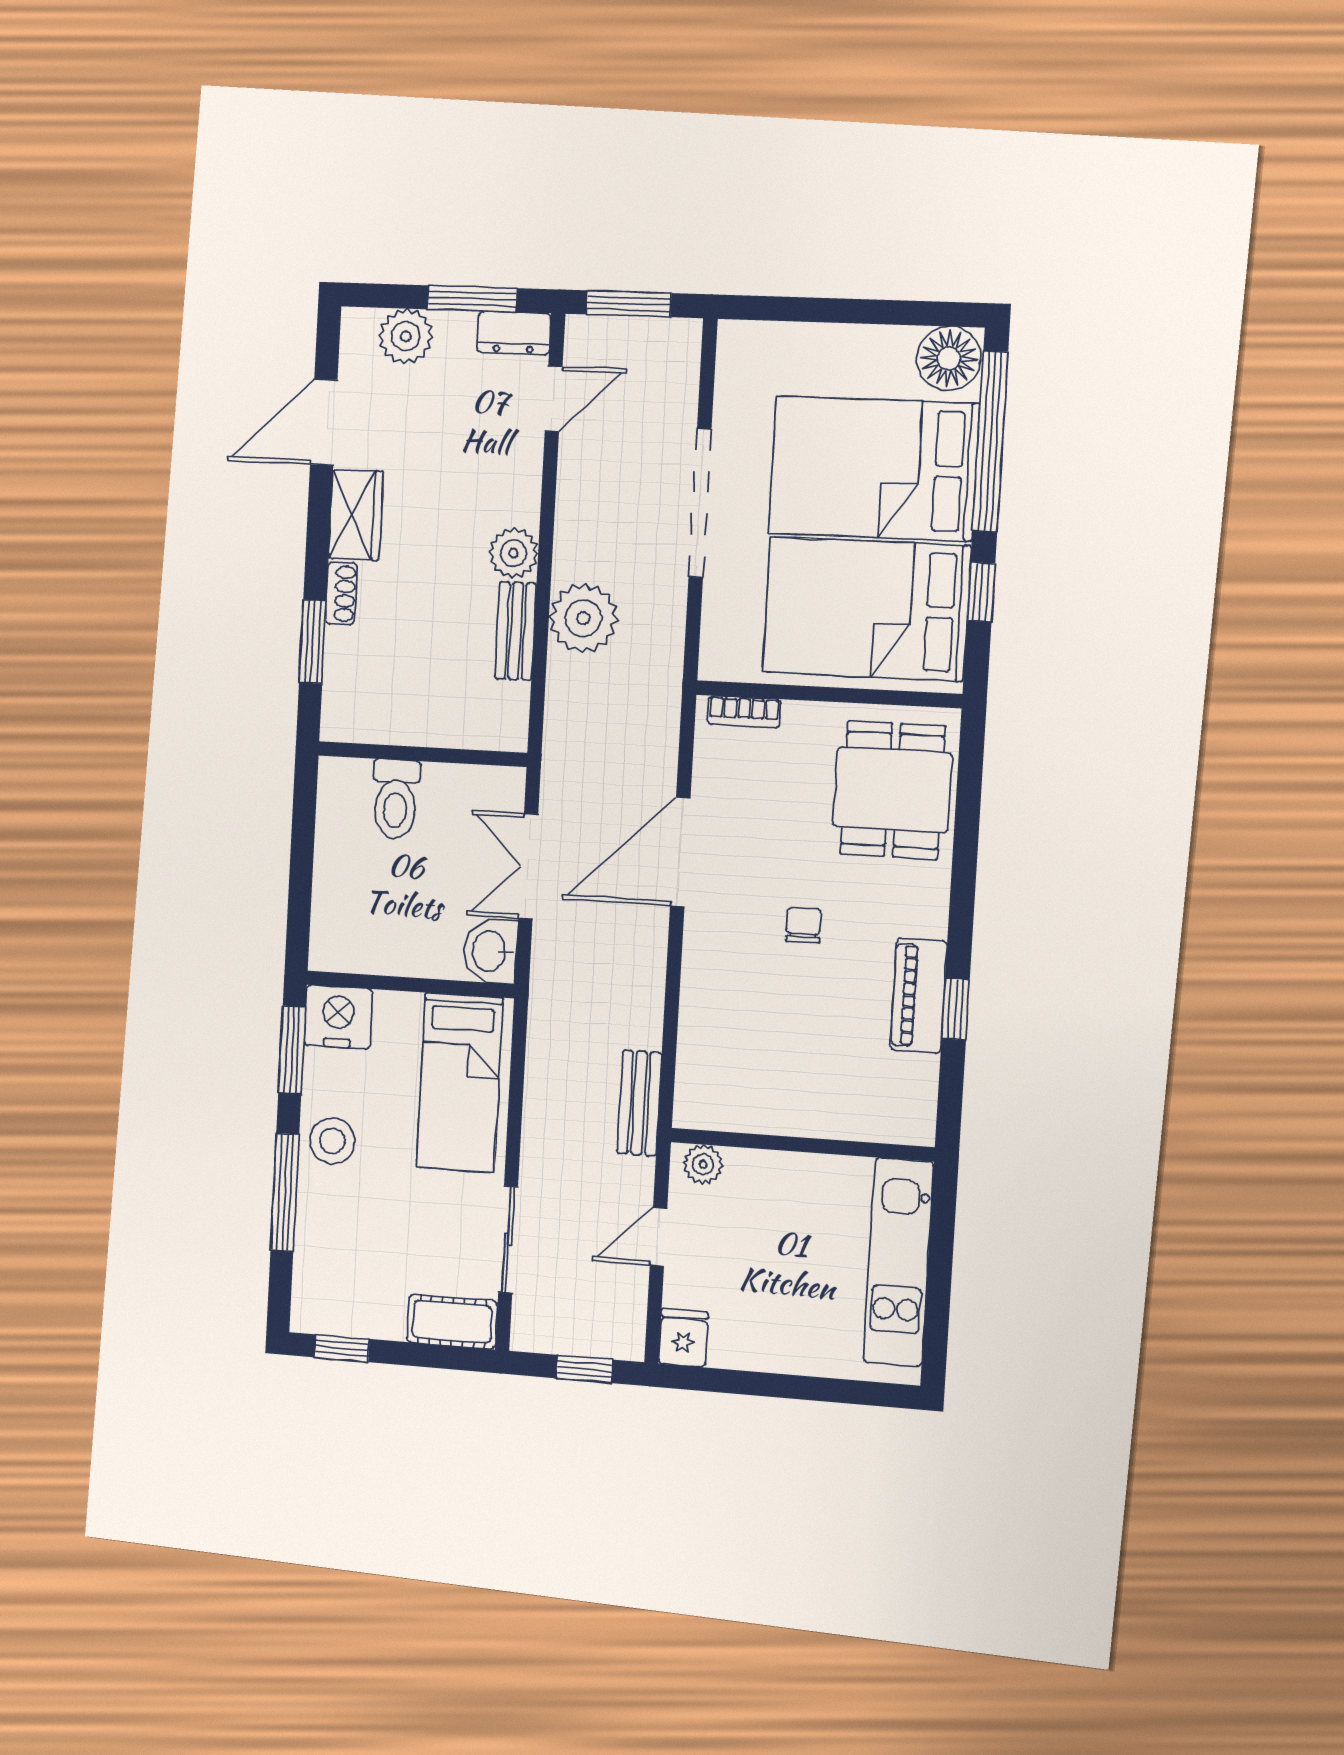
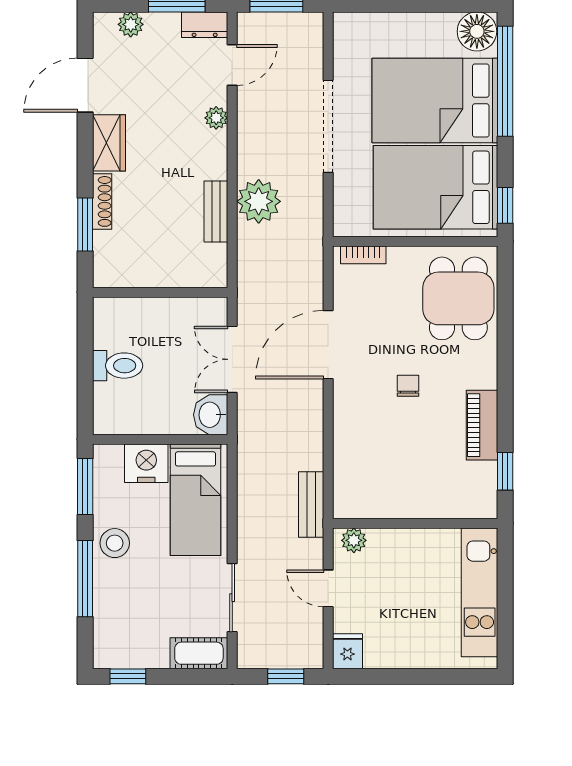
plant: (406, 336) -> (131, 24), width x0.73, depth x0.73
plant: (514, 553) -> (216, 118), moved, width x0.73, depth x0.73
window: (981, 592) -> (505, 205), moved
shoe rack: (341, 593) -> (102, 201), width x1.43
toilet: (396, 799) -> (118, 366), moved, turned -90
window: (956, 1009) -> (505, 471), moved
nightstand: (338, 1017) -> (146, 463), moved
door: (658, 1237) -> (328, 588), hinge flipped

